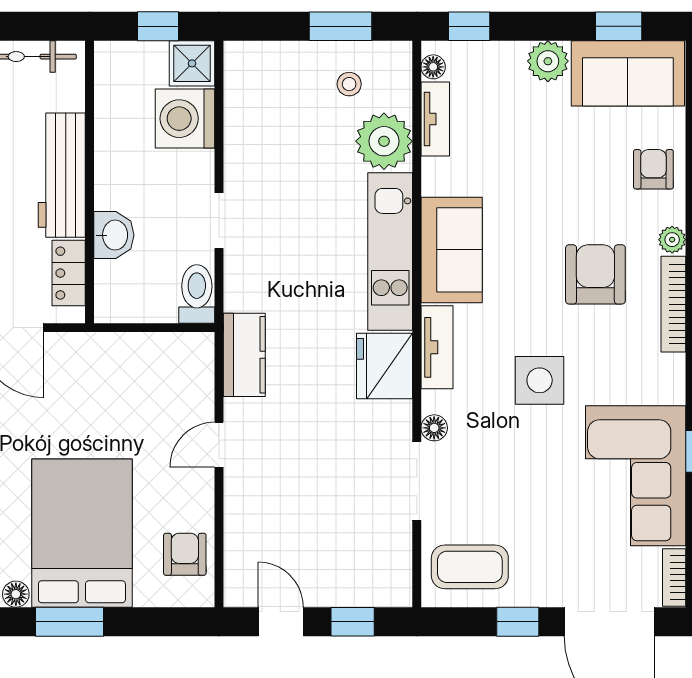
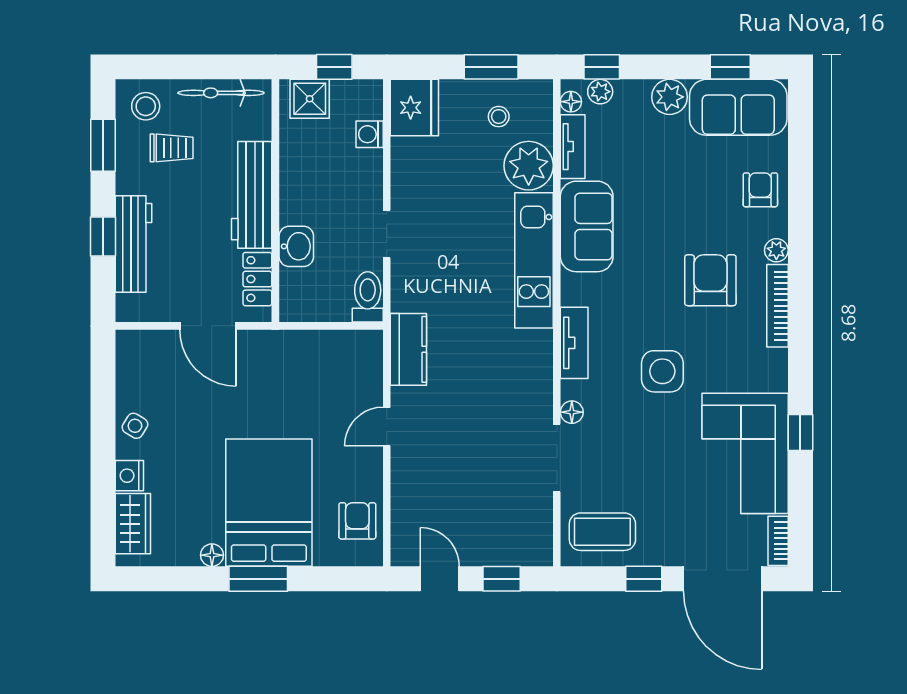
plant: (467, 55) -> (600, 92), added
shower: (192, 63) -> (310, 99), moved
washing machine: (185, 119) -> (370, 134), width x0.53, depth x0.53
sofa: (452, 250) -> (587, 226), moved
fridge: (385, 366) -> (414, 108), moved, turned 180

